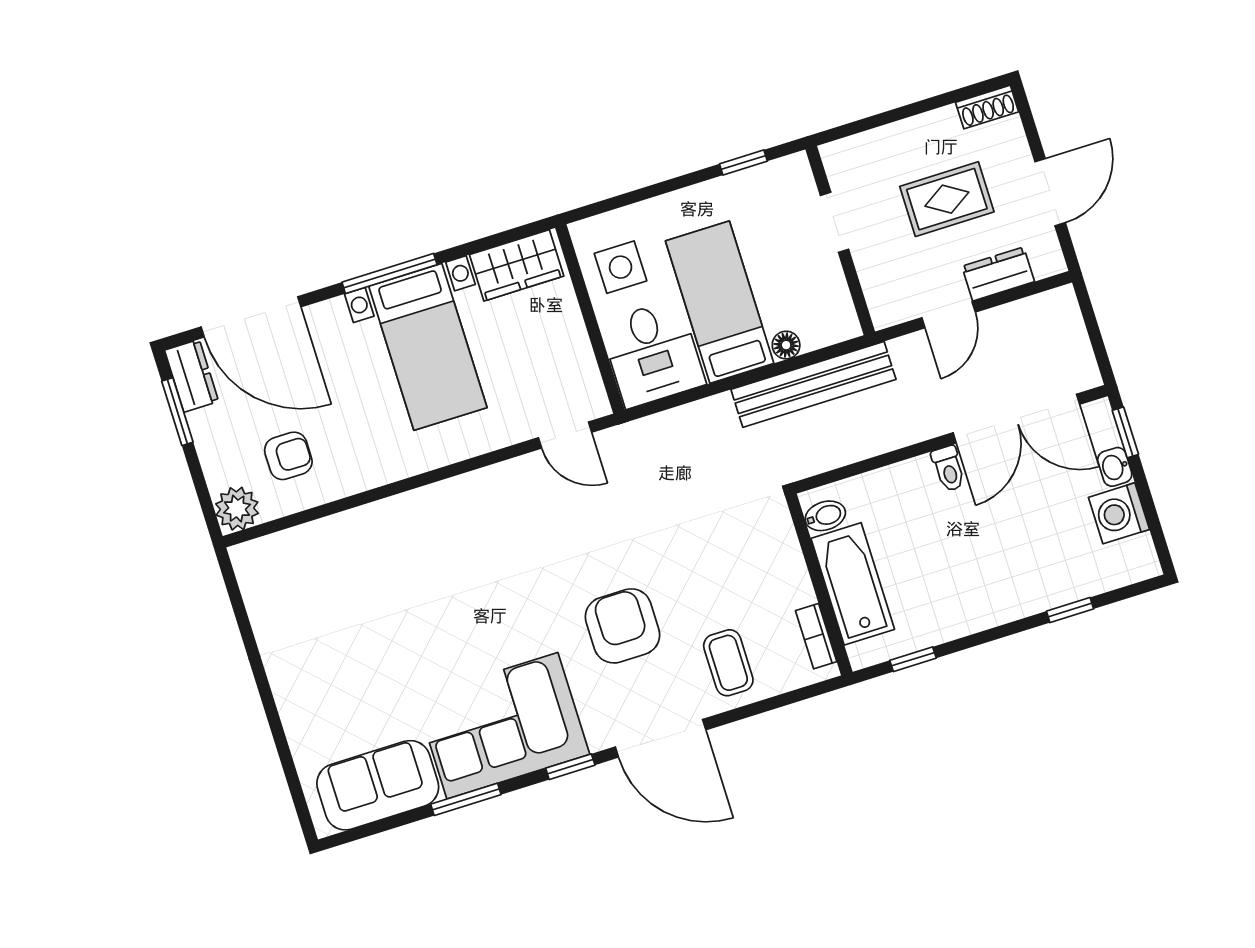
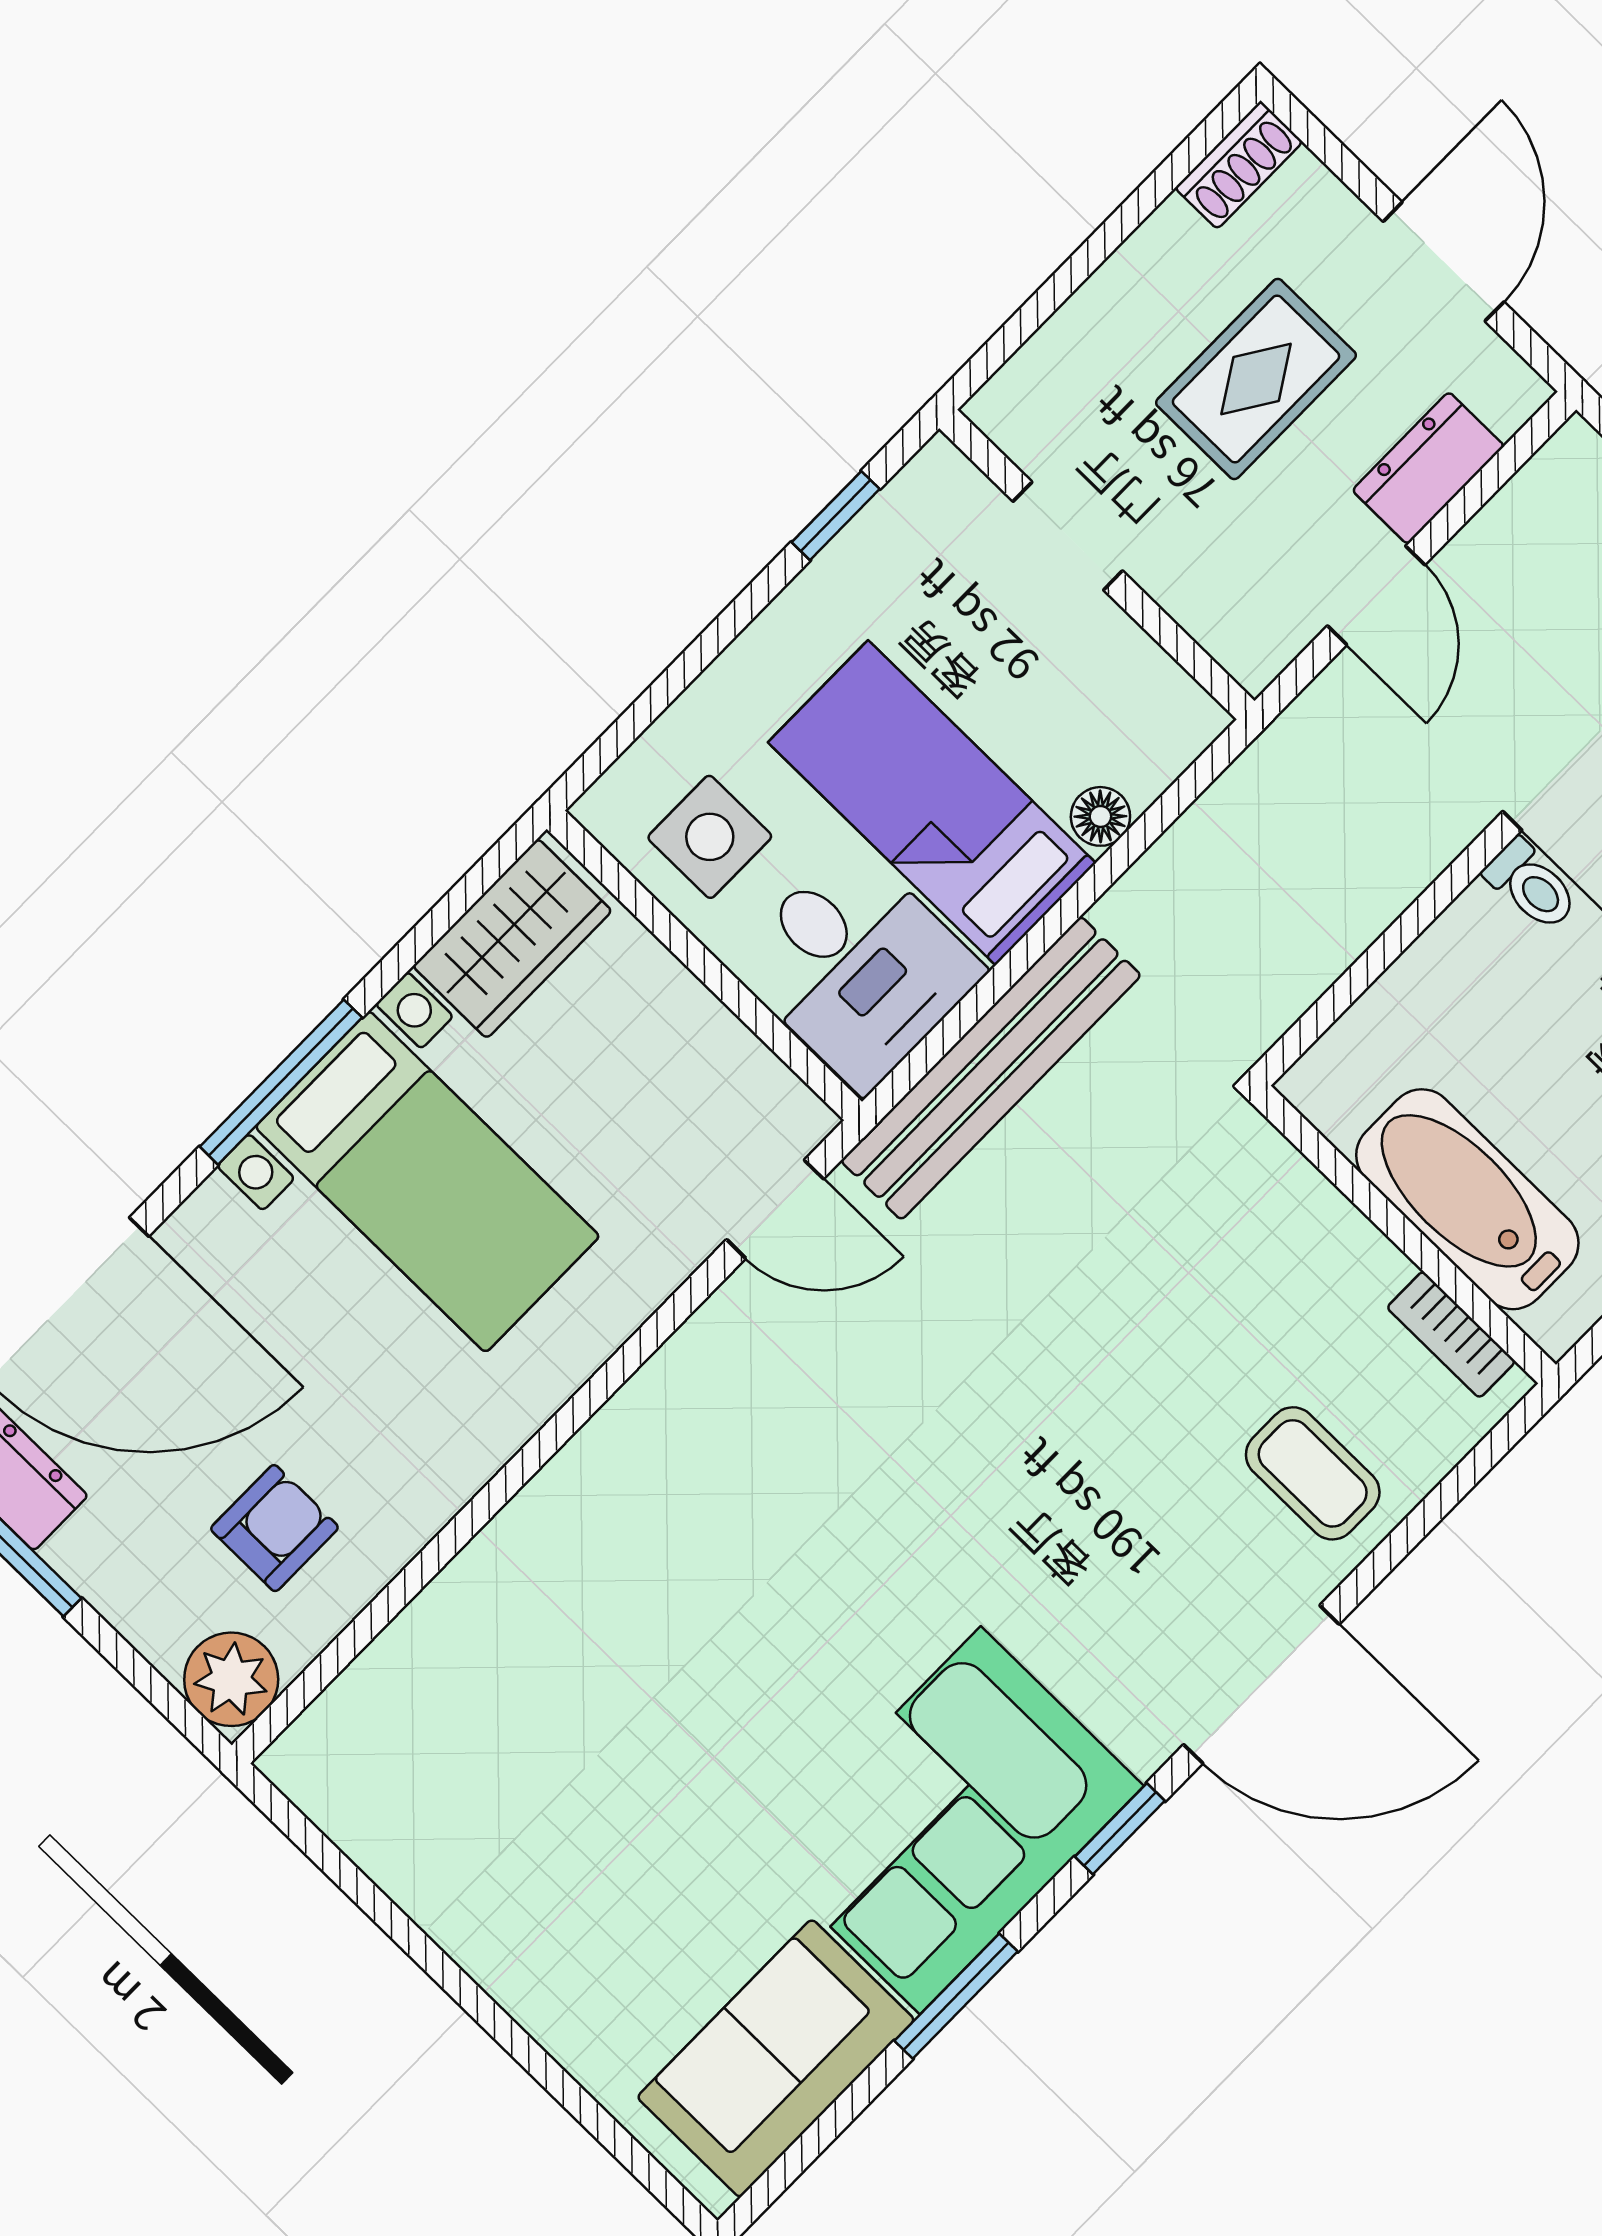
bench: (813, 384) -> (991, 1068), moved
bidet: (825, 516) -> (1347, 1099), removed
armchair: (623, 626) -> (1076, 1511), removed

